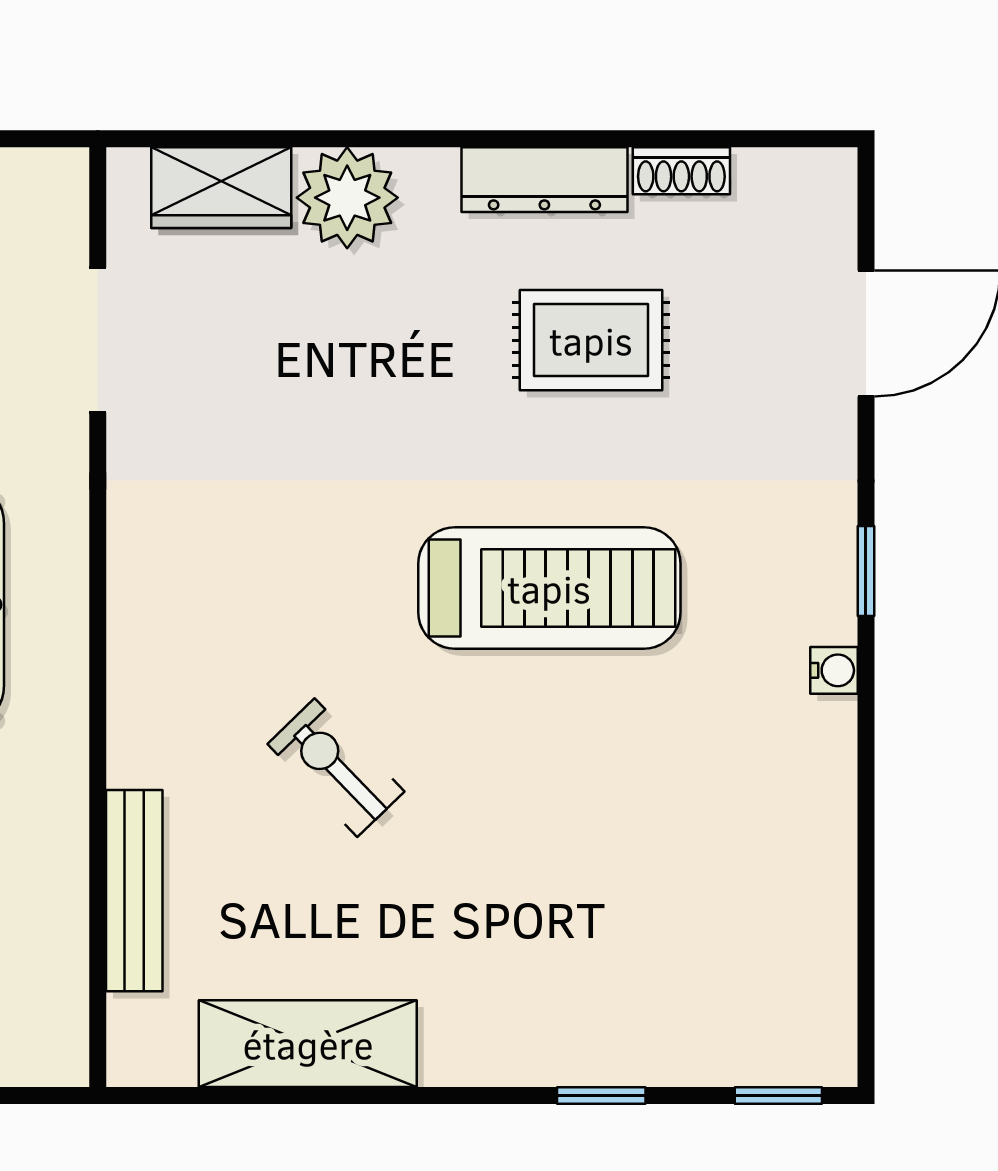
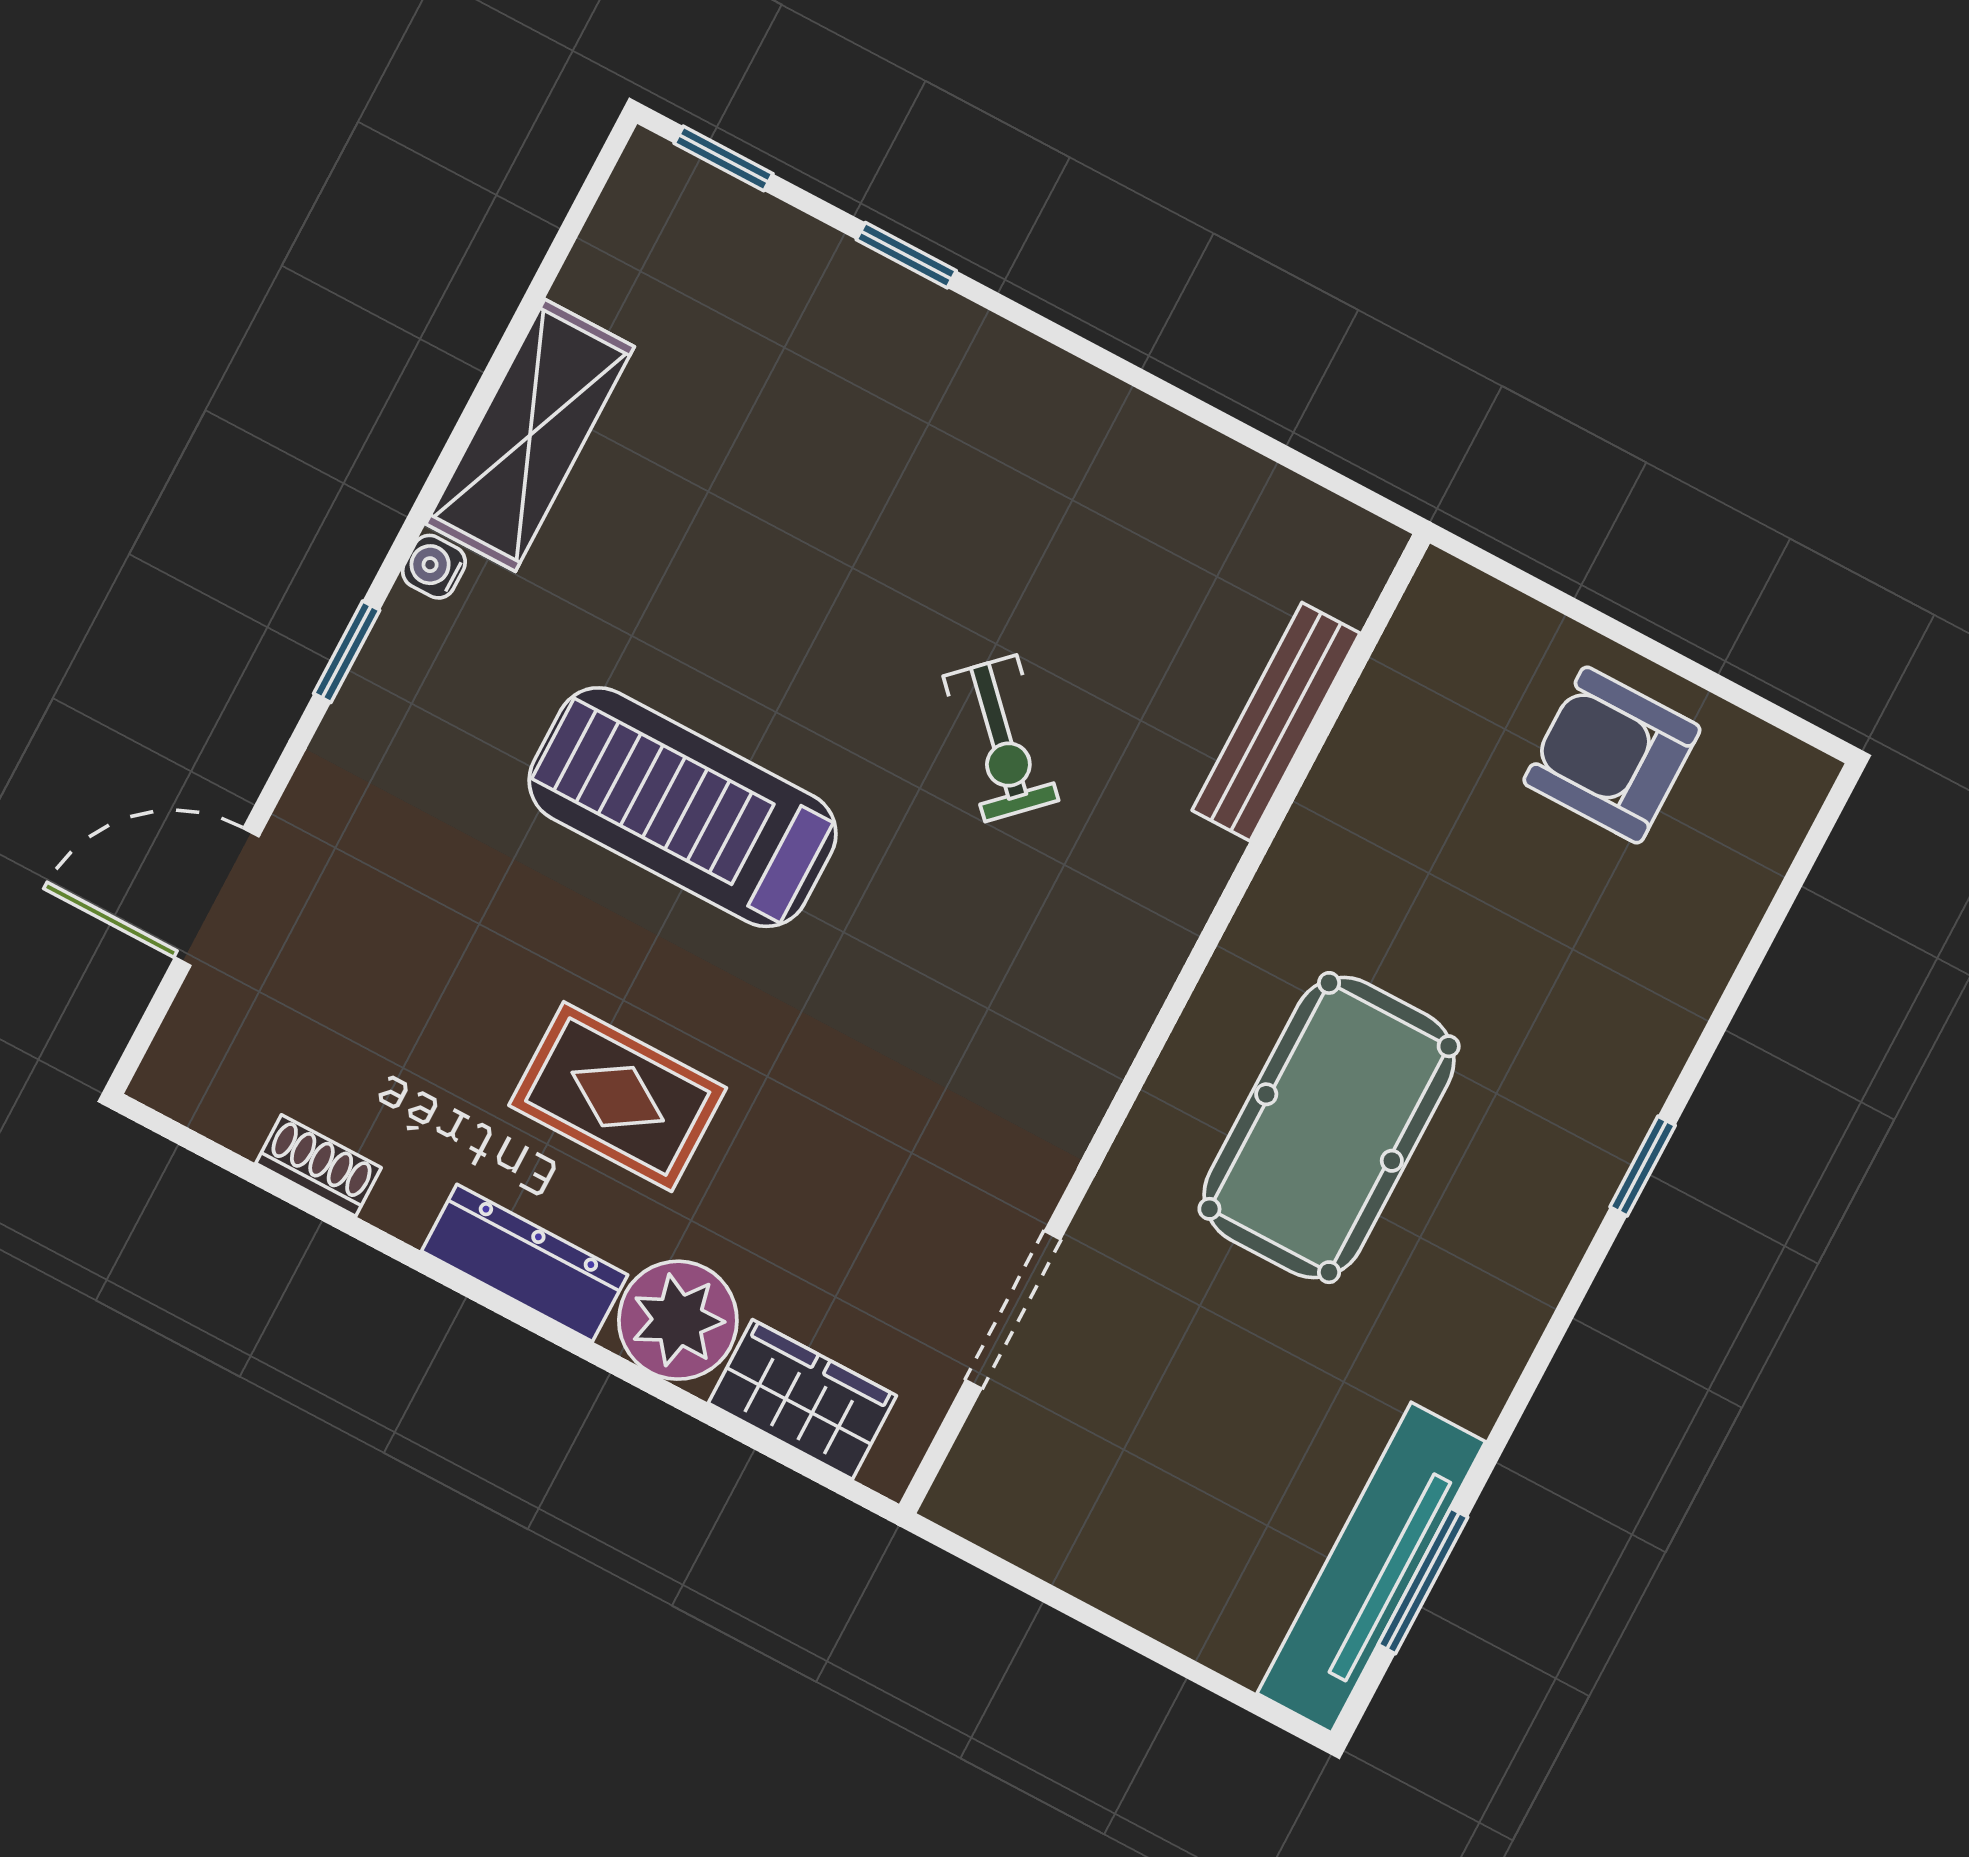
dresser: (544, 180) -> (525, 1263), moved
rug: (591, 340) -> (618, 1097), moved
shelving: (308, 1044) -> (530, 435), moved, turned 90

